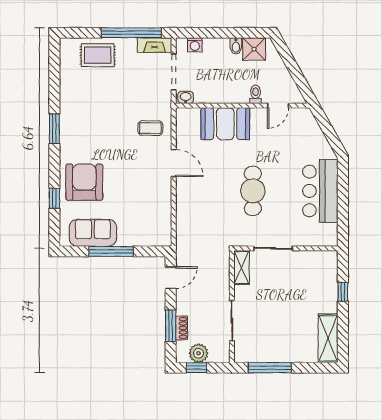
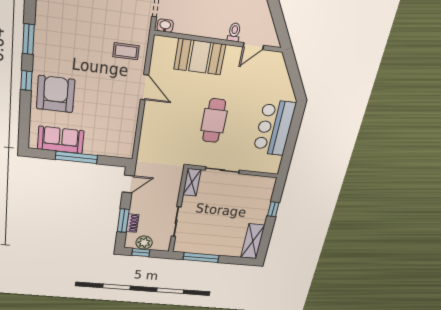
window: (54, 198) -> (26, 81), moved

